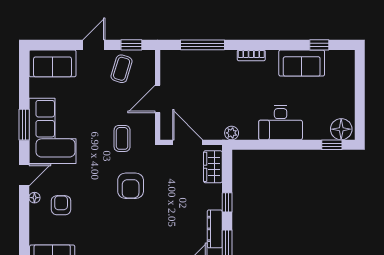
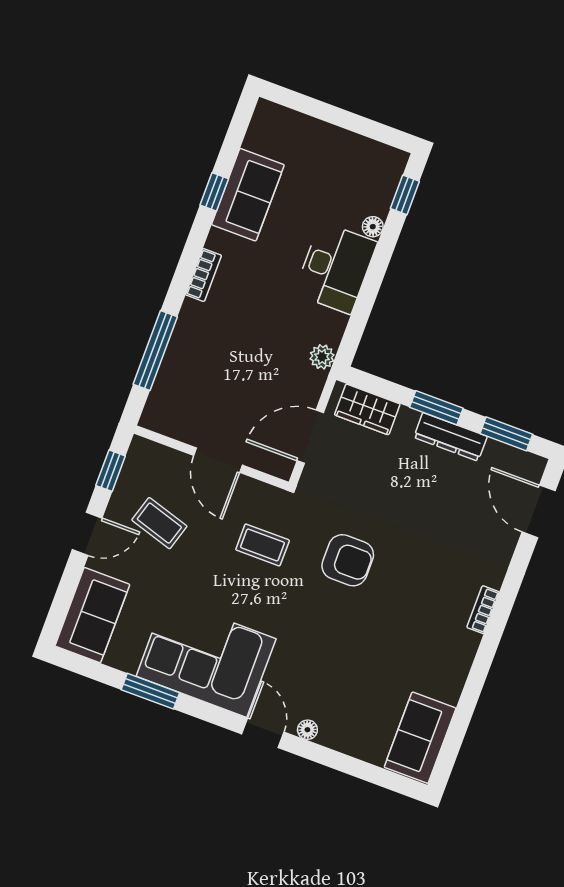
door: (94, 45) -> (87, 534), swing flipped
window: (319, 45) -> (214, 192), moved
coffee table: (122, 69) -> (159, 523), moved
window: (24, 125) -> (150, 691), moved
floor lamp: (341, 129) -> (373, 227), moved, width x0.53, depth x0.53
window: (227, 202) -> (436, 408), width x1.50
armchair: (61, 205) -> (337, 690), removed
dresser: (215, 229) -> (450, 437), moved

